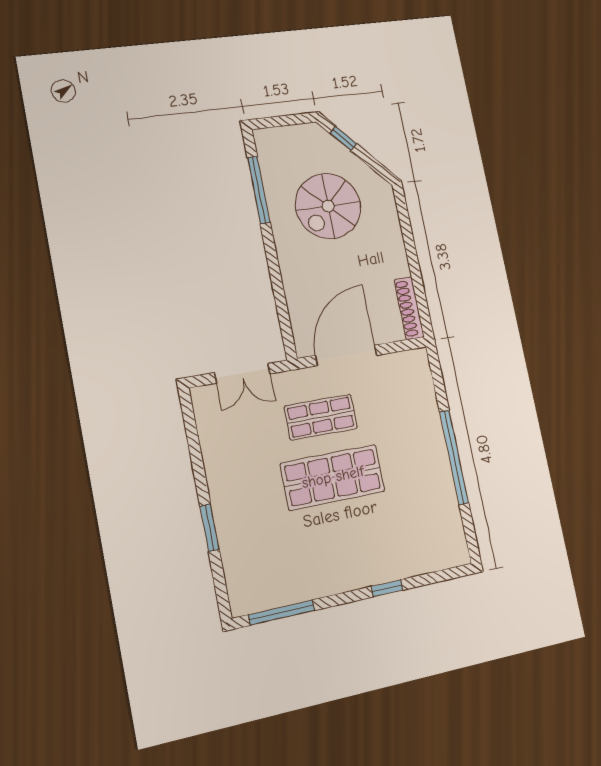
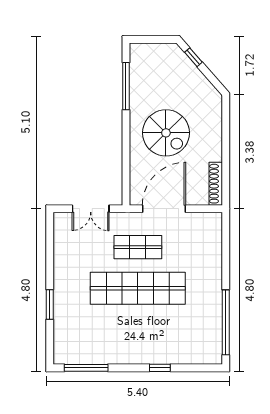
spiral stairs: (328, 206) -> (166, 133), moved, turned -90
window: (454, 457) -> (226, 322), moved
shop shelf: (333, 477) -> (138, 288), width x1.40

